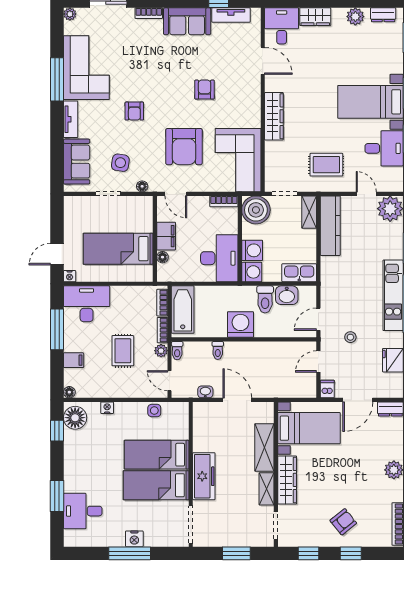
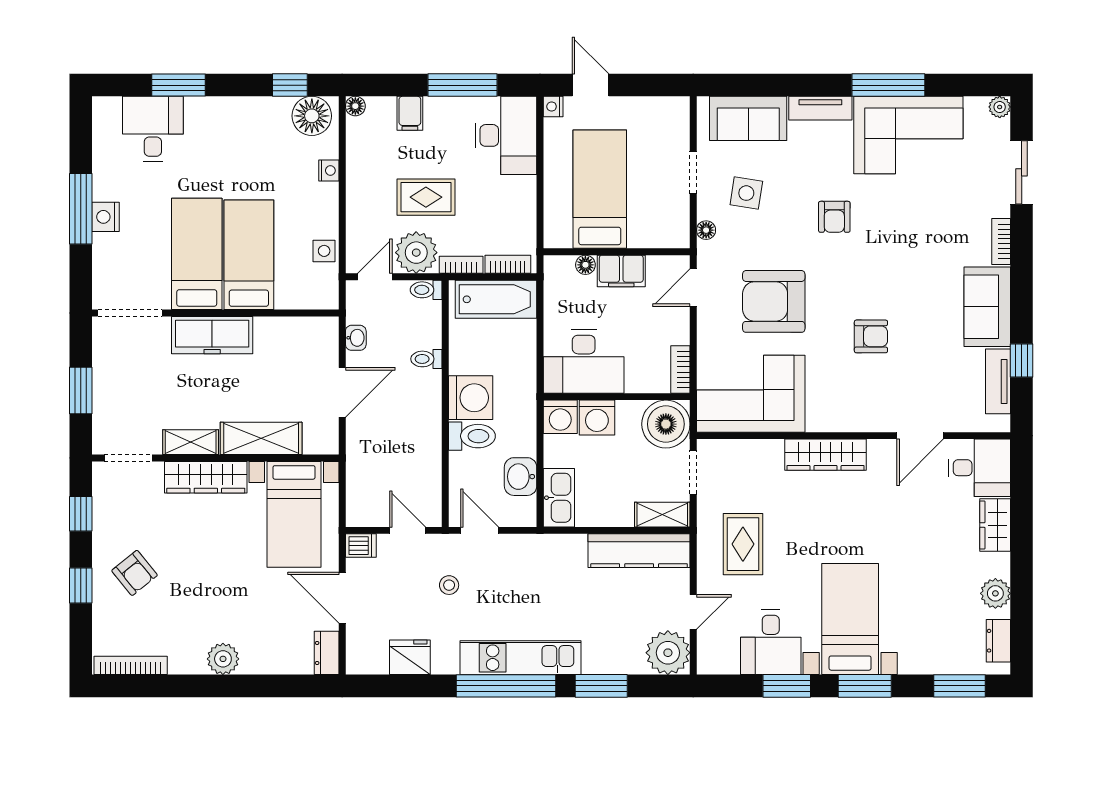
armchair: (134, 111) -> (834, 217), turned -90
toilet: (265, 299) -> (472, 436), moved, turned 180
plant: (161, 351) -> (416, 253), width x1.88, depth x1.88

